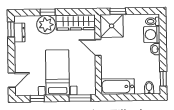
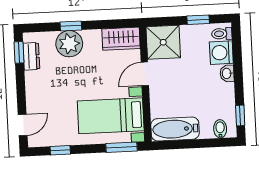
window: (118, 11) -> (198, 20), moved
wardrobe: (76, 22) -> (121, 39), width x0.67
door: (98, 47) -> (145, 74), hinge flipped
bed with nightstands: (57, 73) -> (111, 116), moved, turned -90

